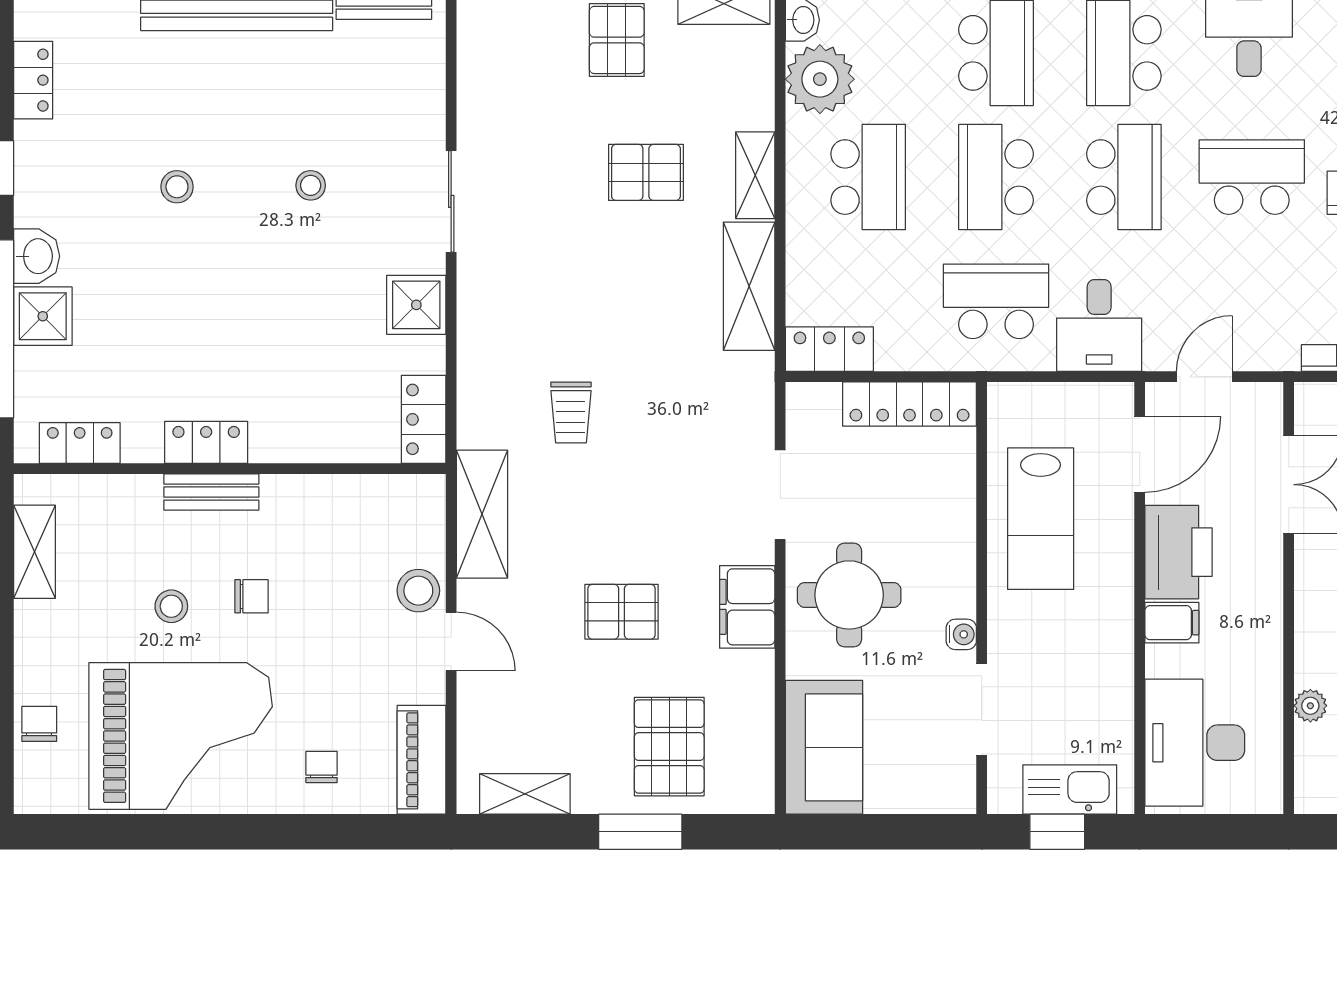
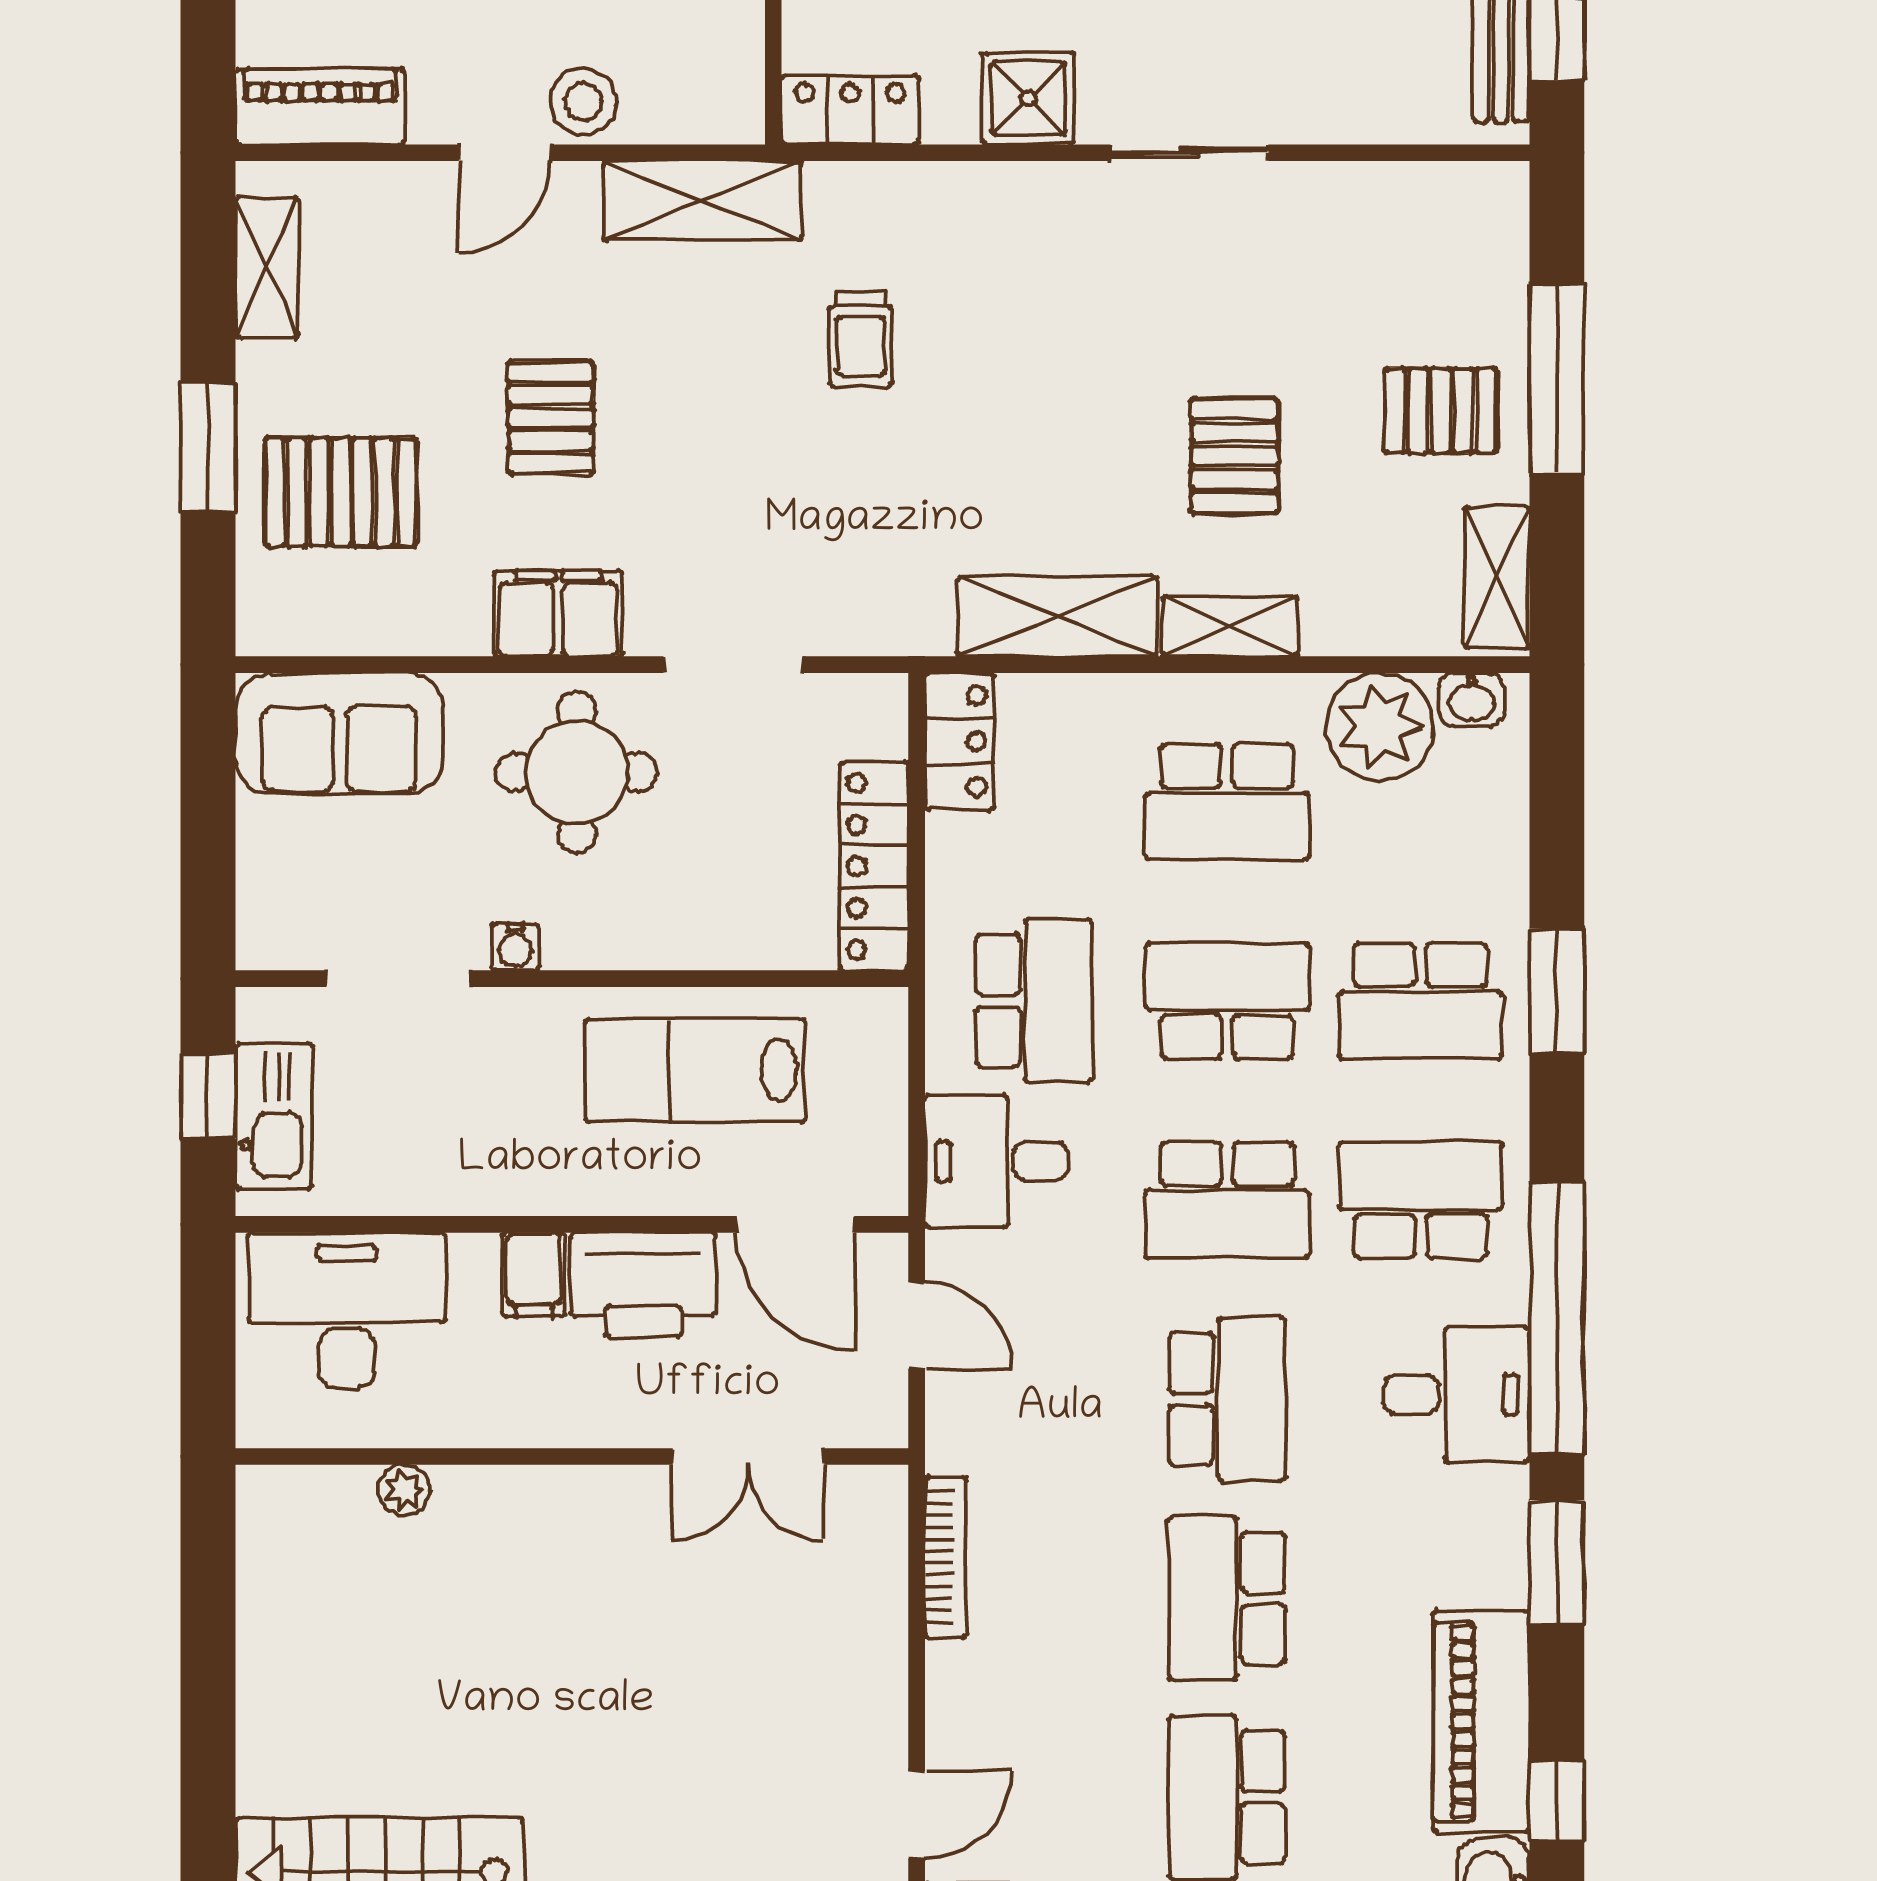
trolley: (571, 413) -> (861, 339), turned -90

